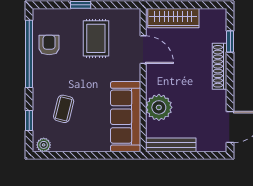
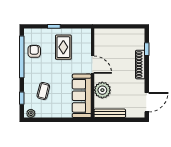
wardrobe: (173, 18) -> (111, 35), removed
door: (143, 50) -> (93, 65), moved

